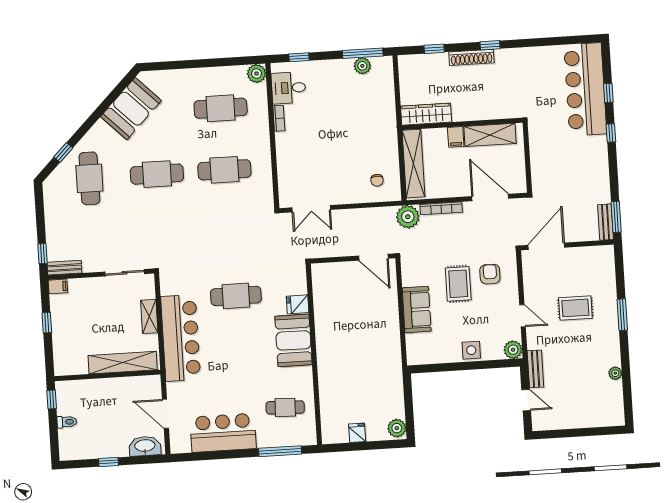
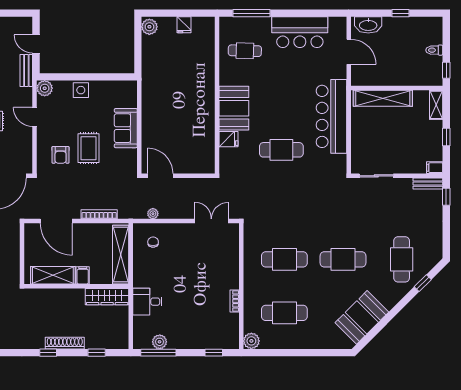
desk: (289, 88) -> (147, 302), moved, turned 180
plant: (408, 217) -> (153, 214), moved, width x0.53, depth x0.53
shelving: (149, 316) -> (436, 105), moved

